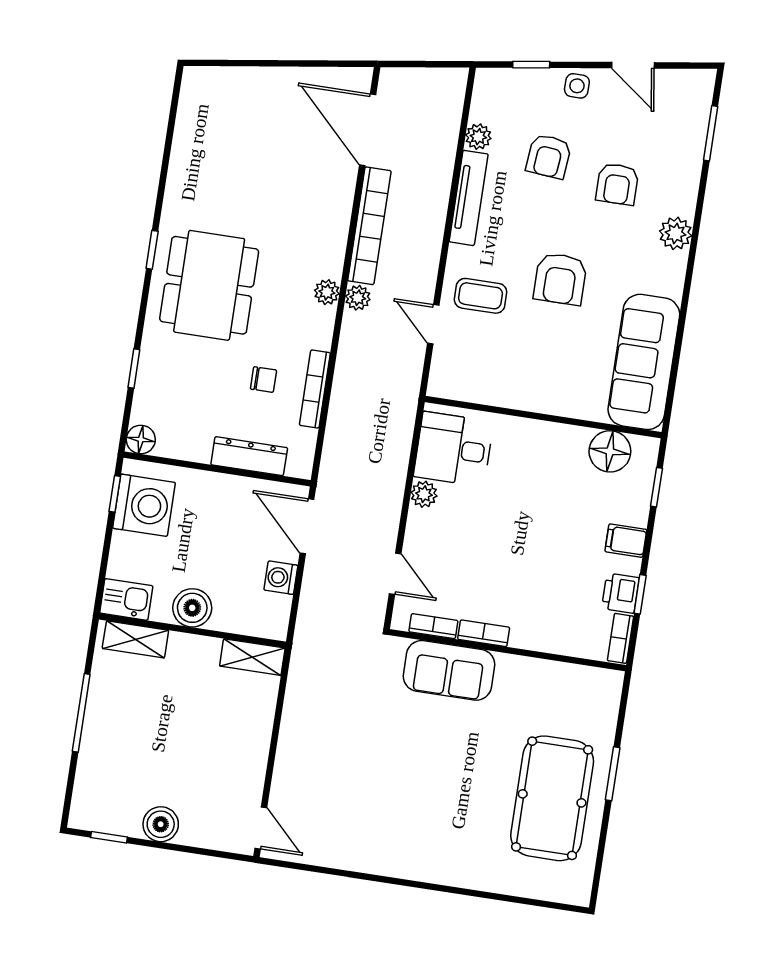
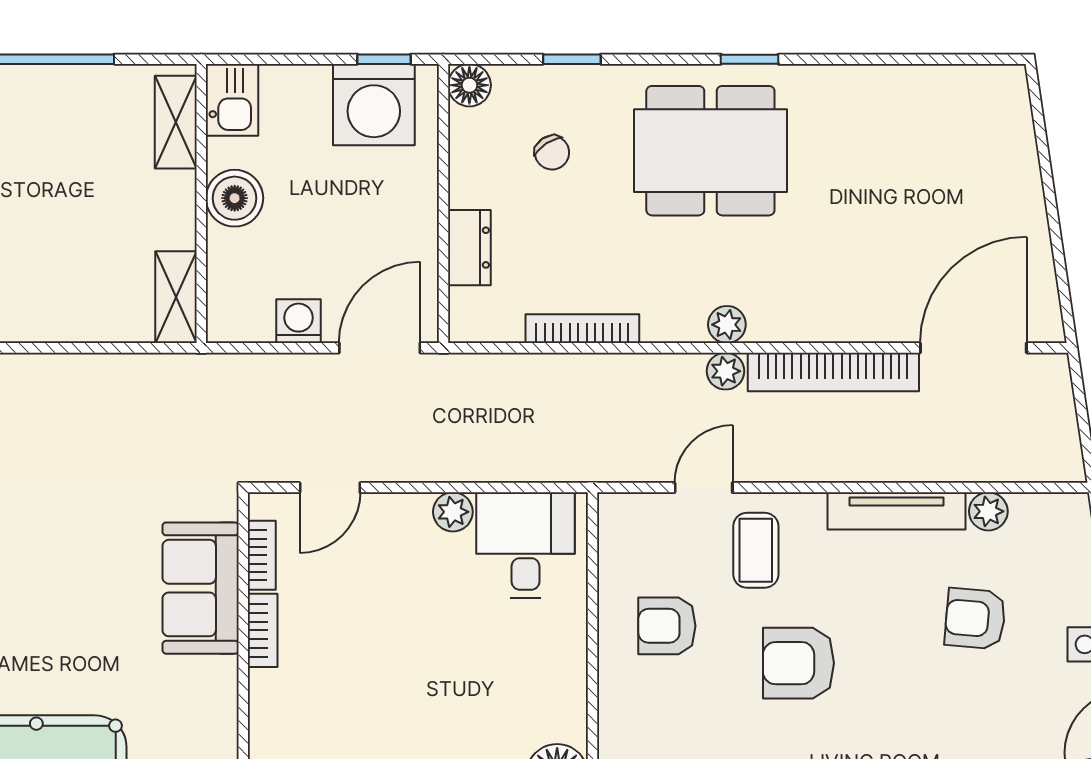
armchair: (617, 184) -> (667, 626), moved
chair: (264, 380) -> (552, 153), moved, turned -33
dresser: (249, 456) -> (469, 248), width x0.70

